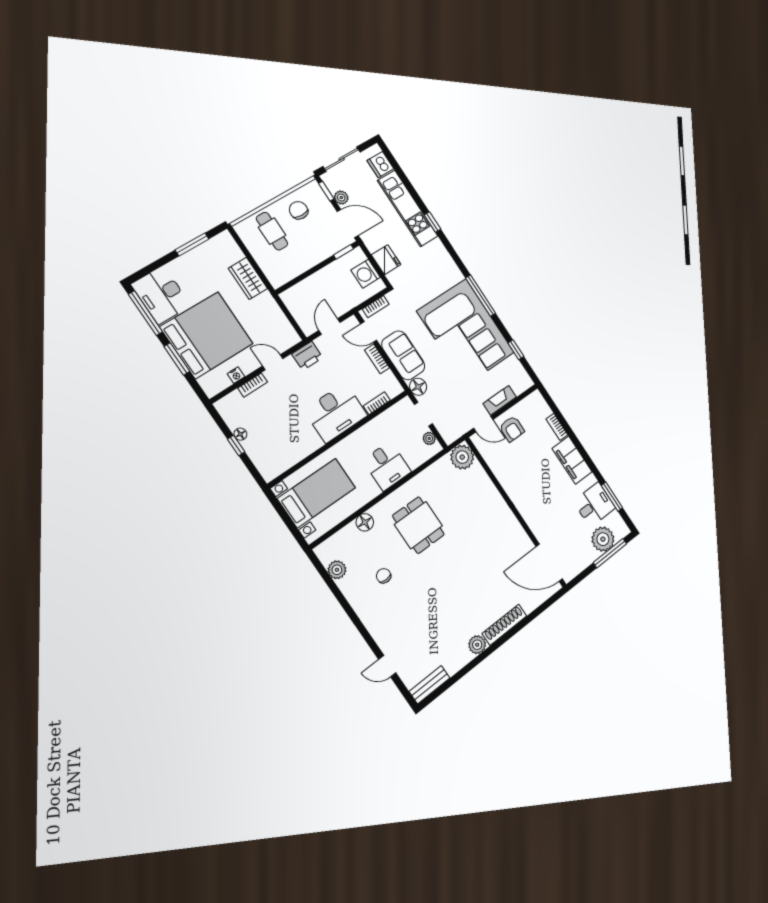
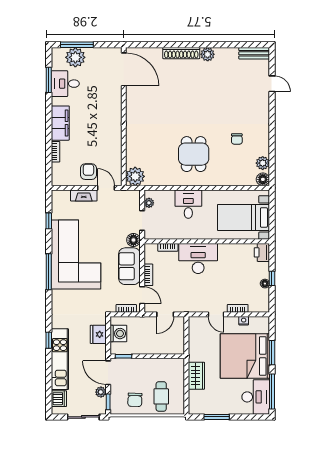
printer: (307, 356) -> (262, 252), moved, turned -90
floor lamp: (365, 522) -> (263, 179), moved

